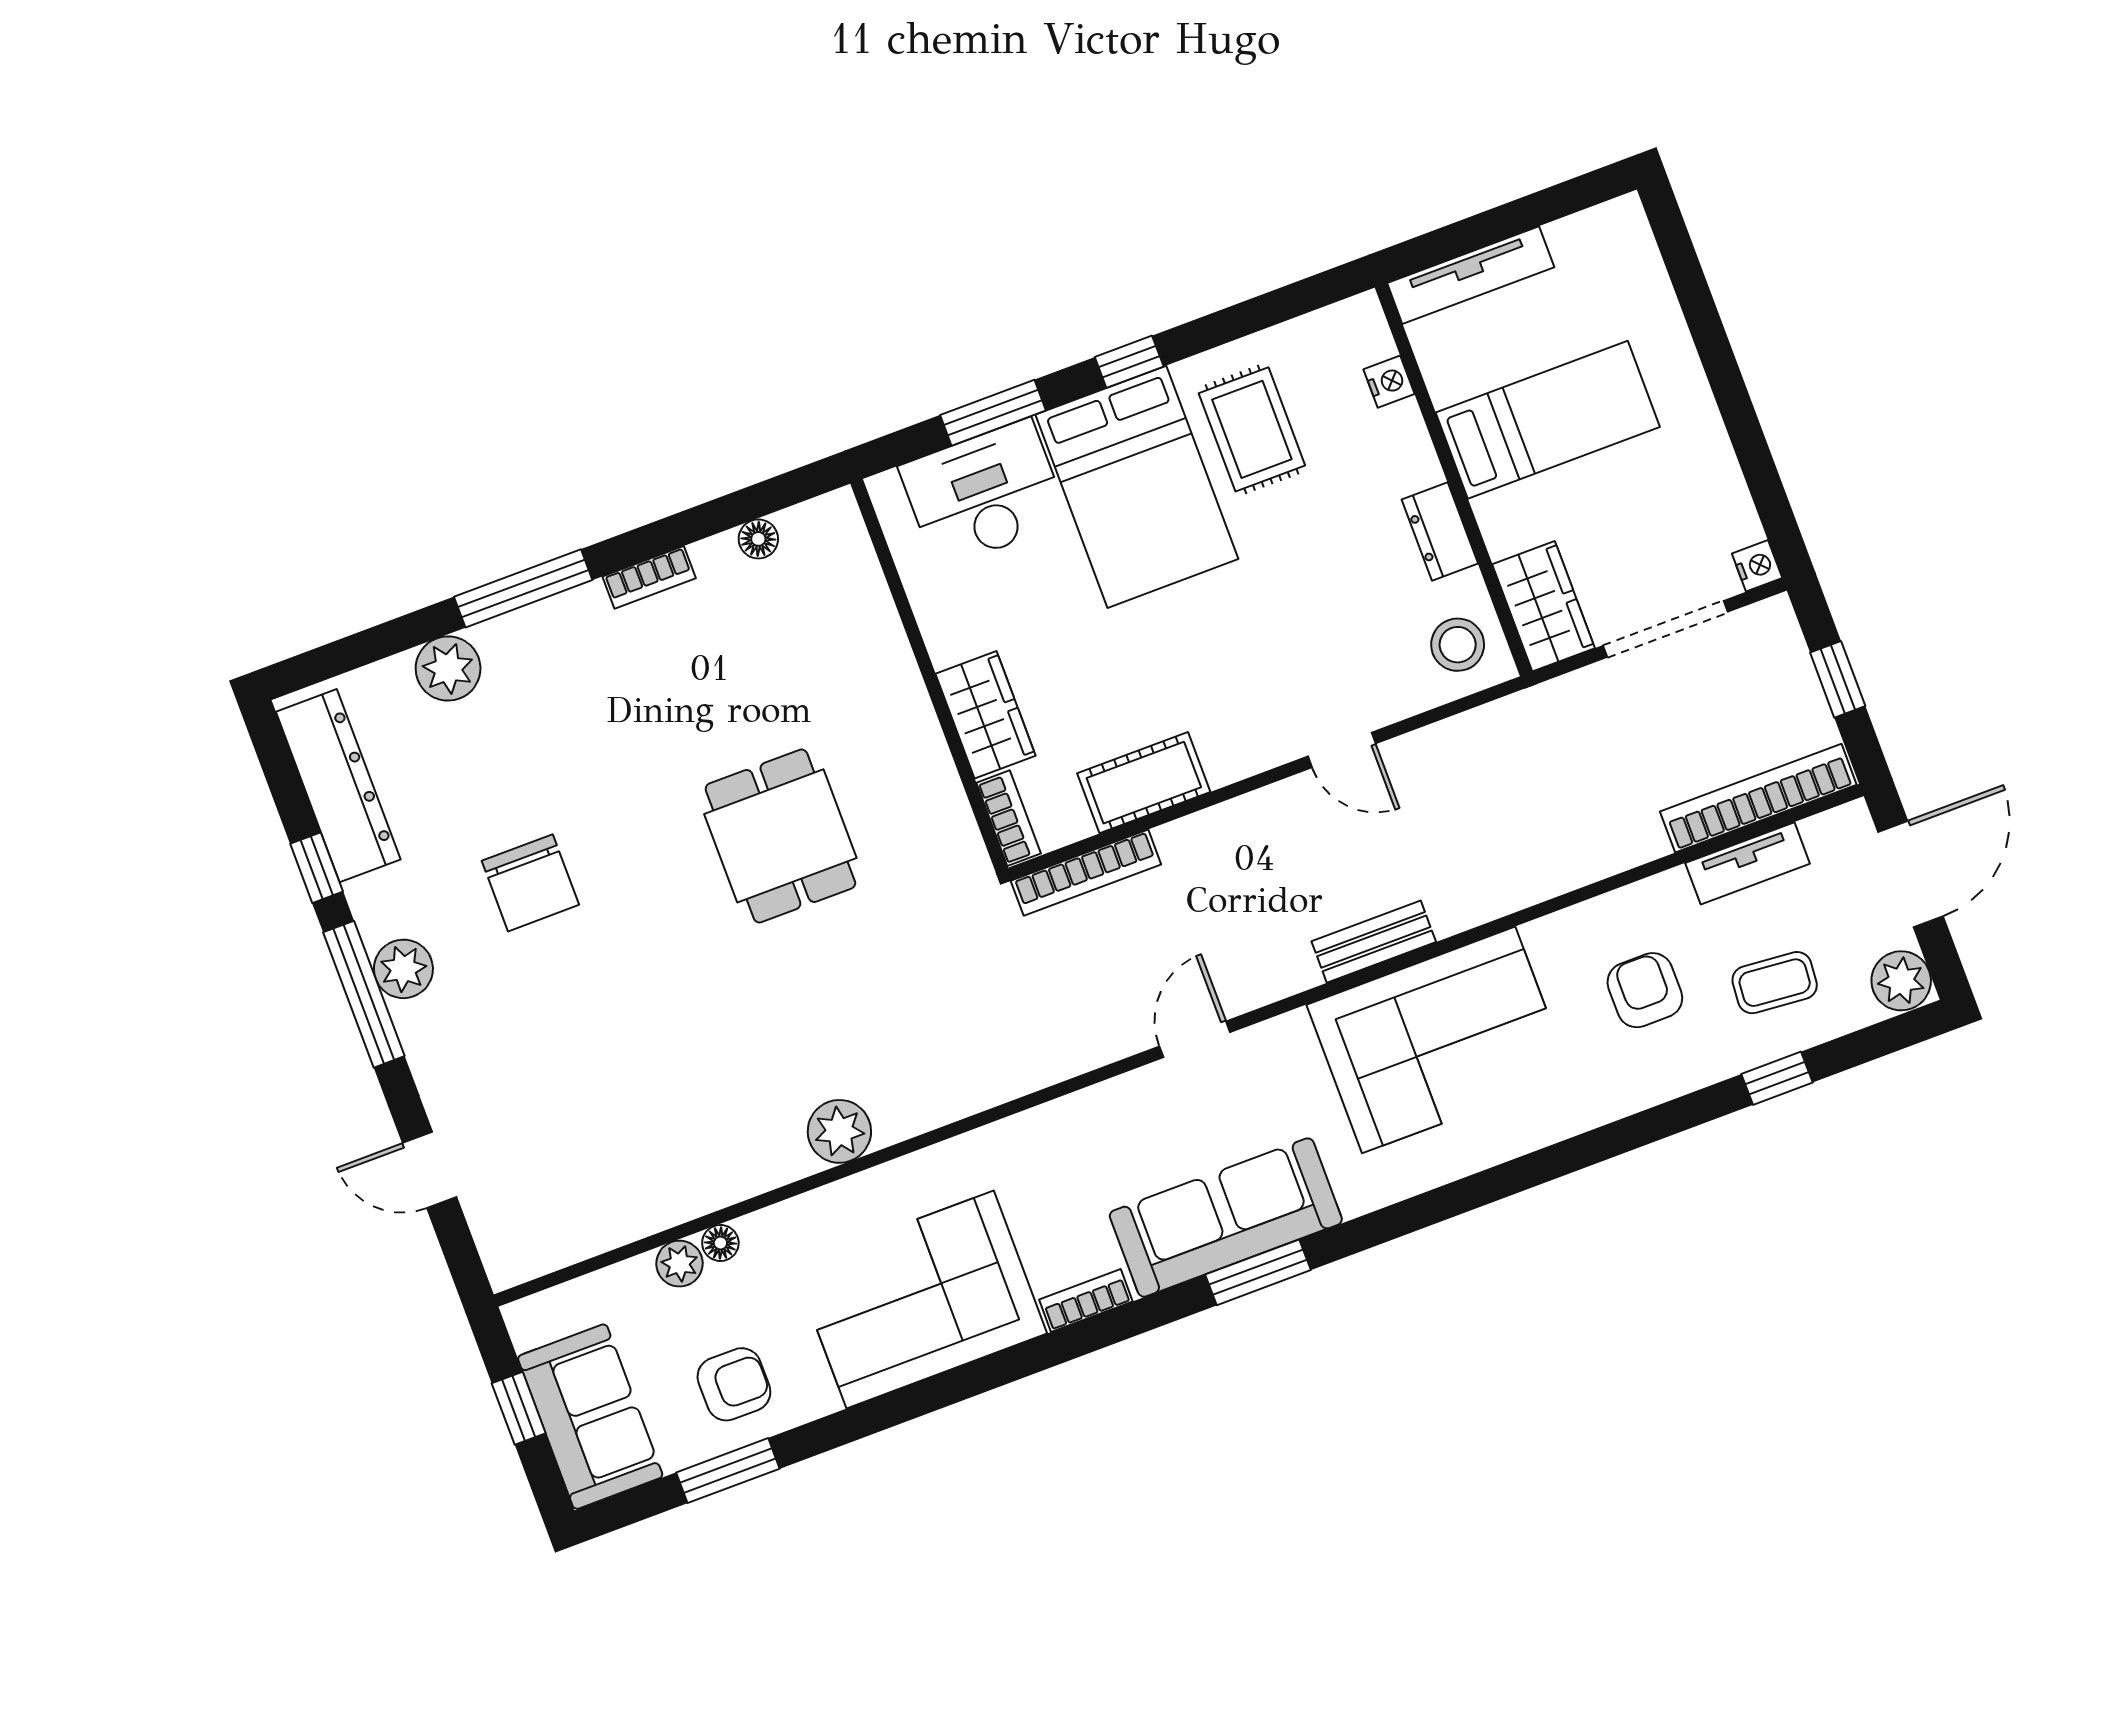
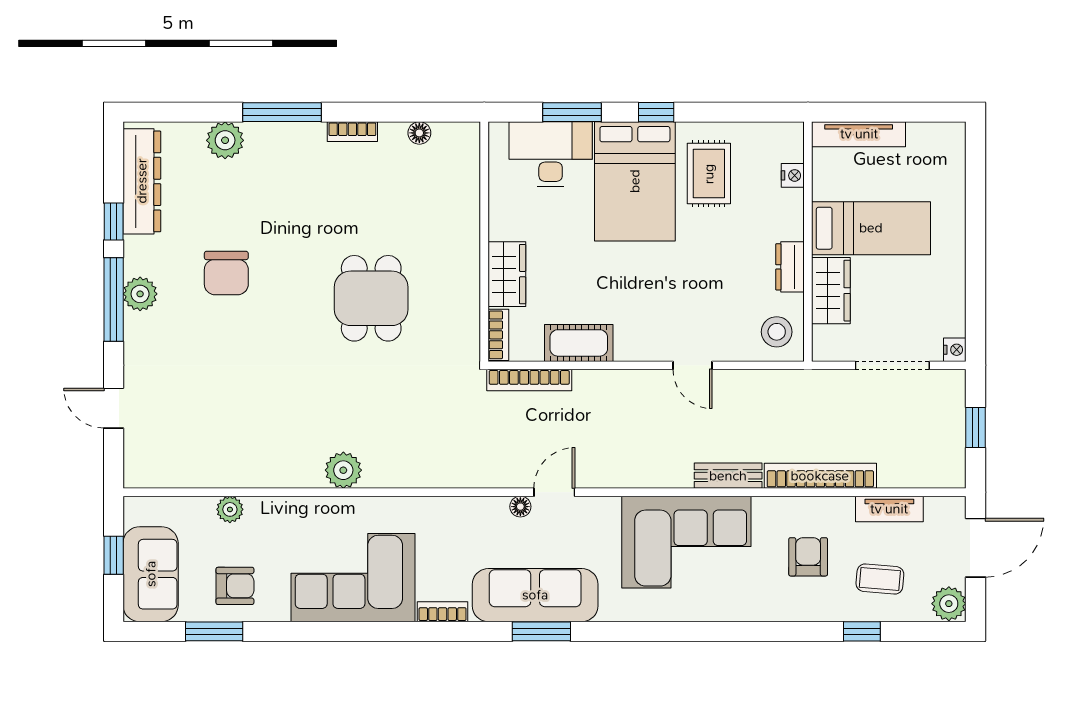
wardrobe: (1544, 606) -> (831, 291), moved
bookcase: (1758, 798) -> (820, 476), moved
bench: (1374, 942) -> (728, 476), moved
floor lamp: (720, 1243) -> (520, 507), moved

